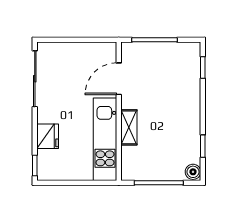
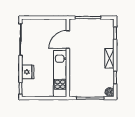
shelving: (129, 127) -> (109, 58), moved

